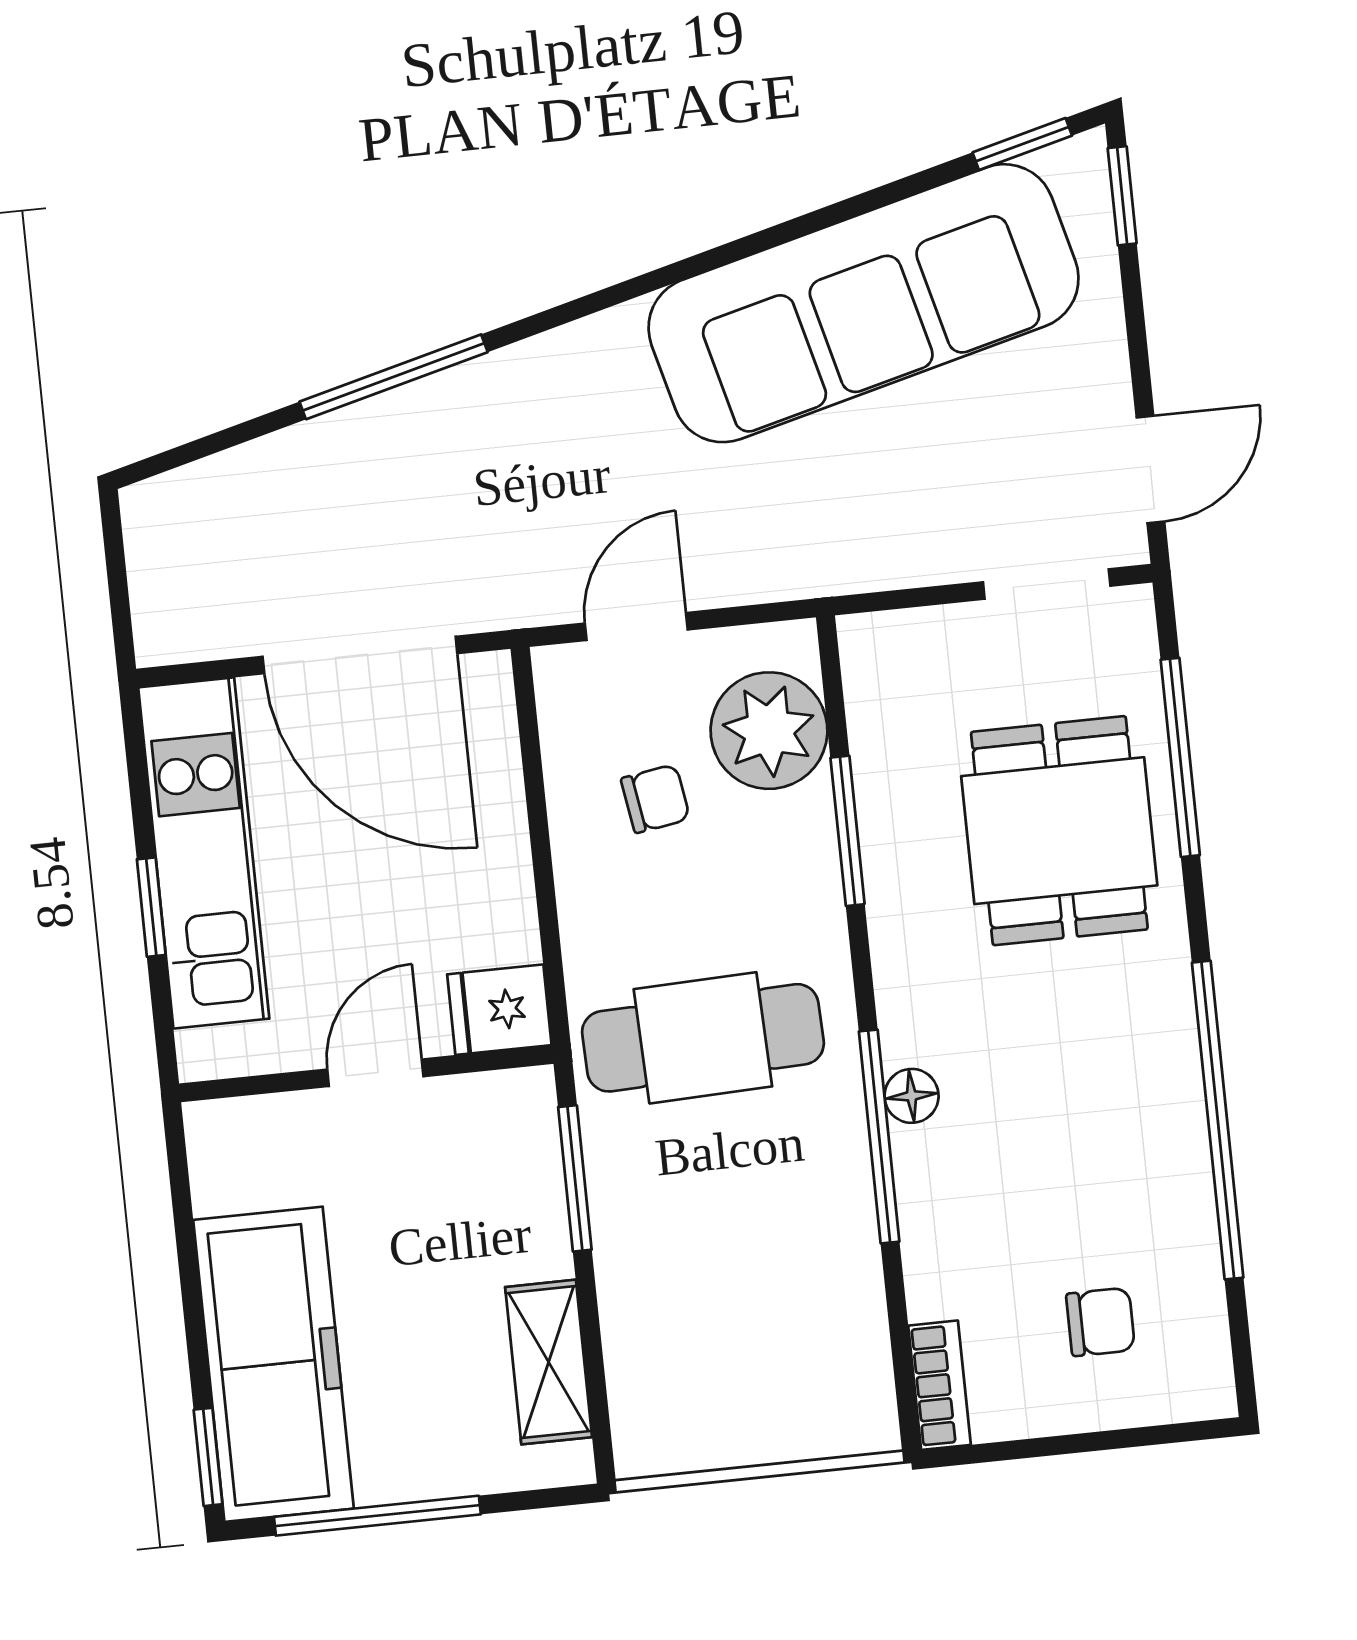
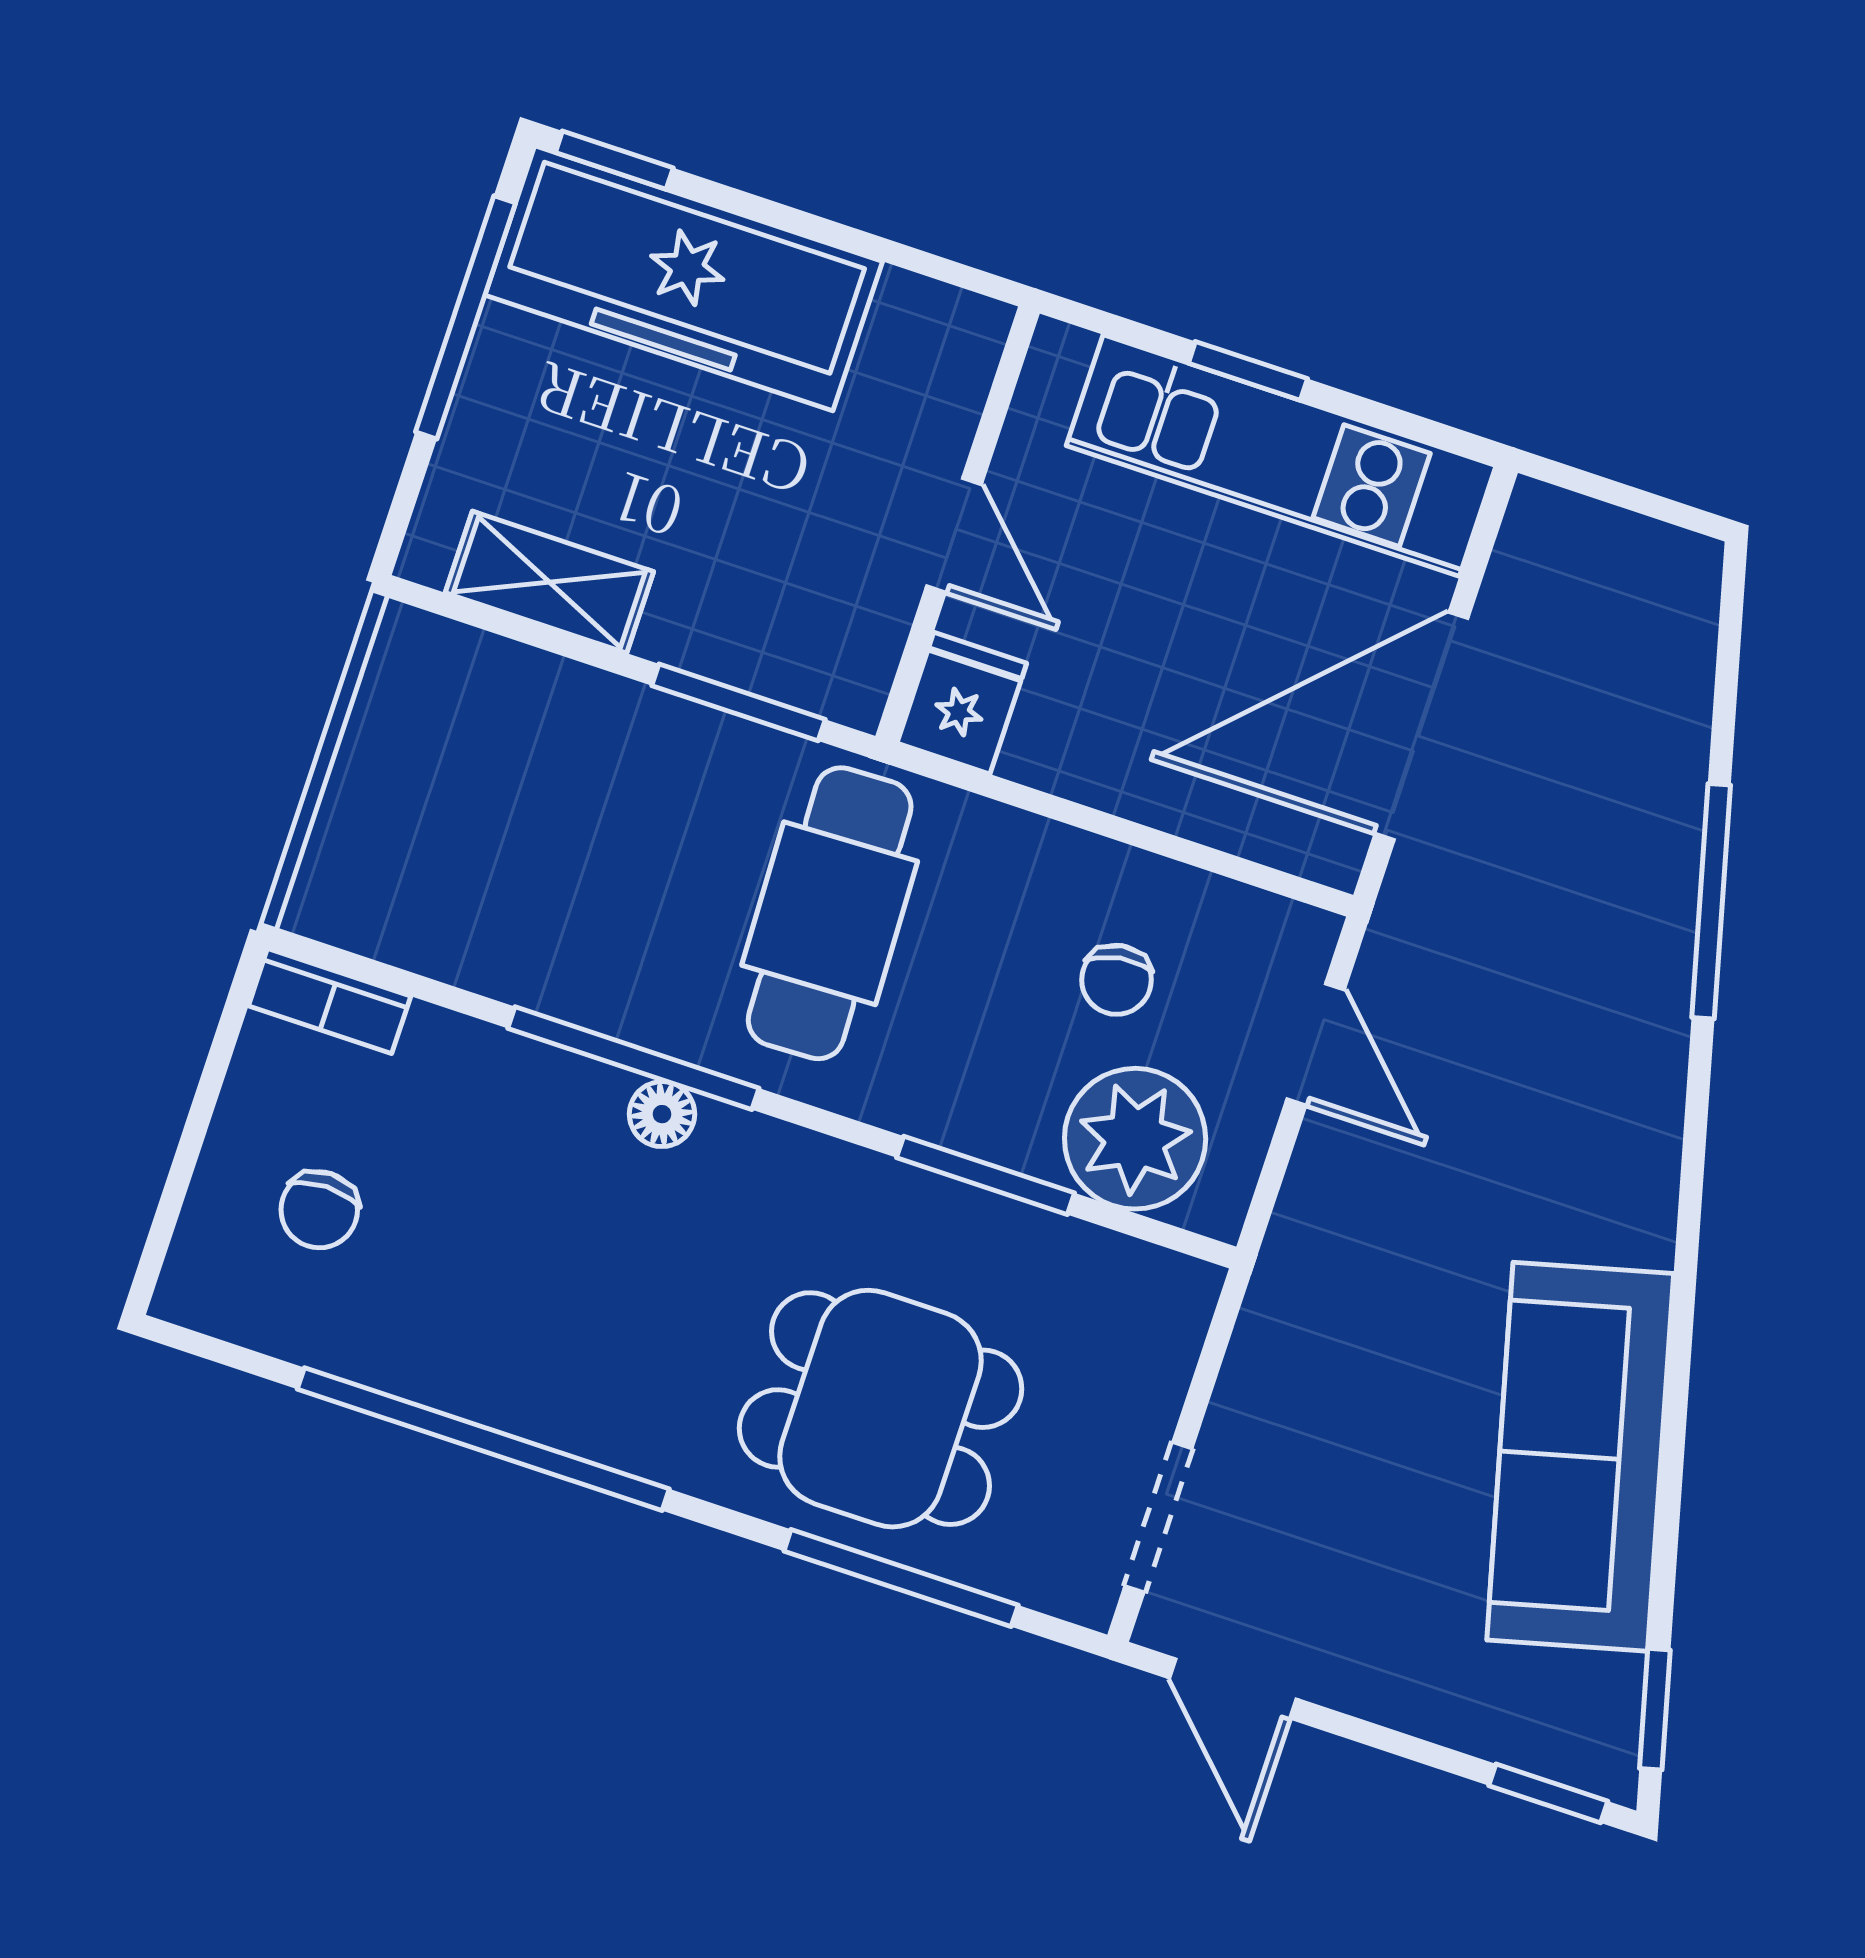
sofa: (864, 303) -> (1580, 1457), width x0.74, depth x0.79

